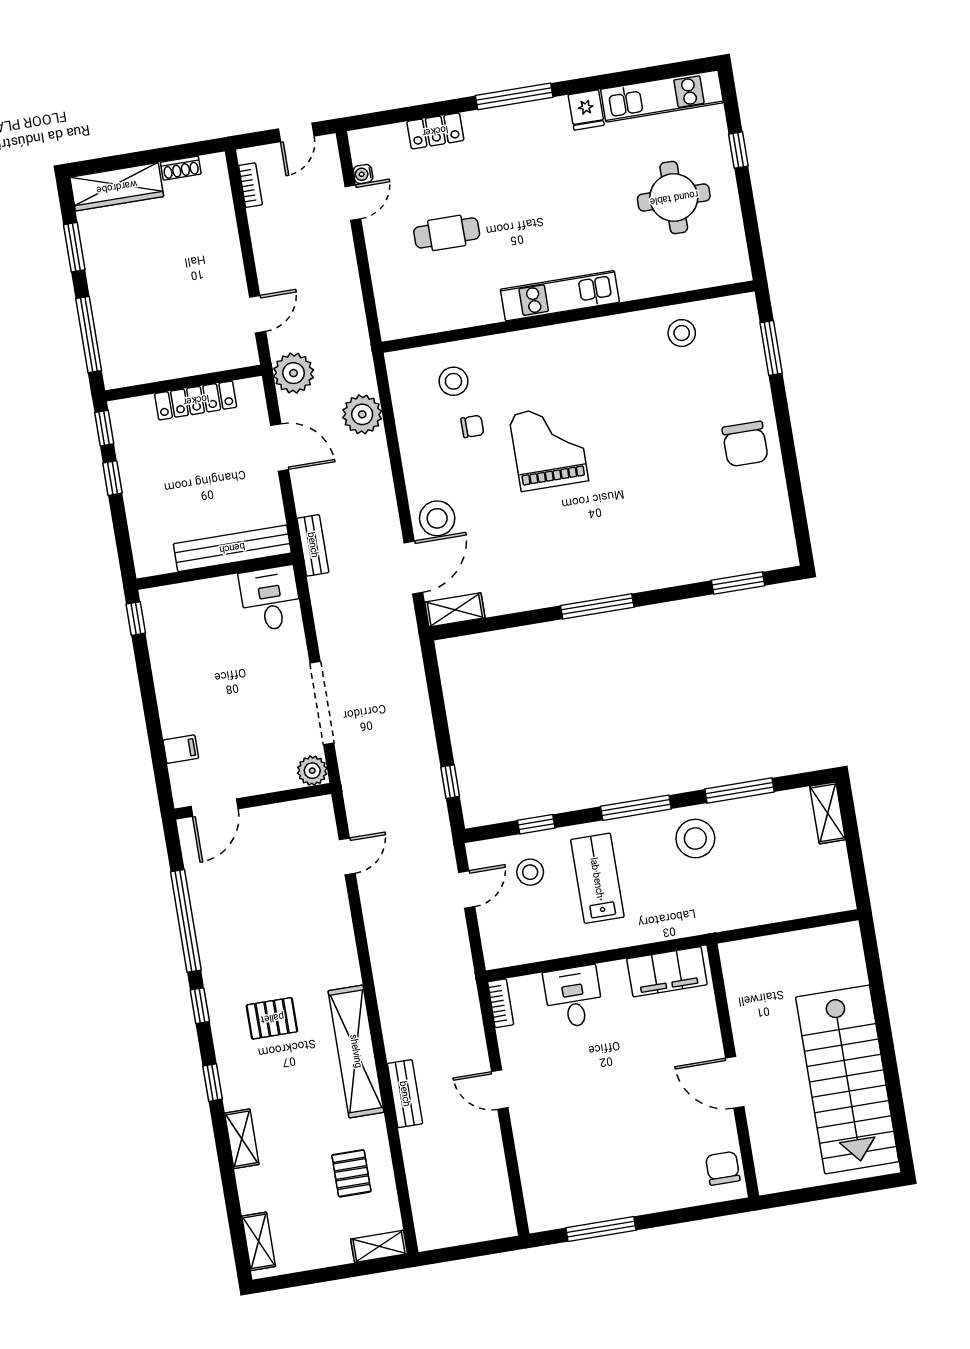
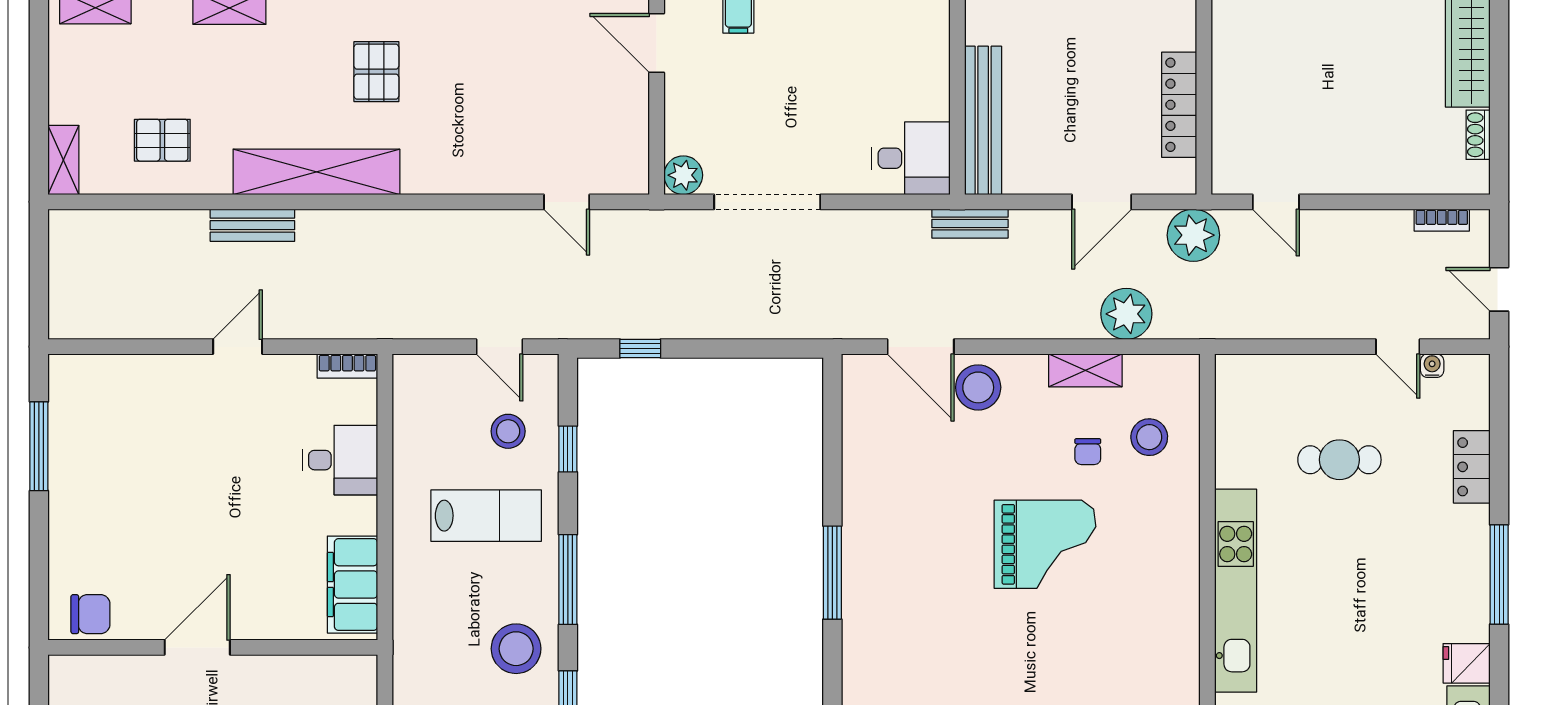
cafe table: (447, 233) -> (1339, 460), turned 90
kitchen unit: (560, 296) -> (1236, 591), width x1.36
shelving: (455, 610) -> (1085, 370), moved, turned 90

